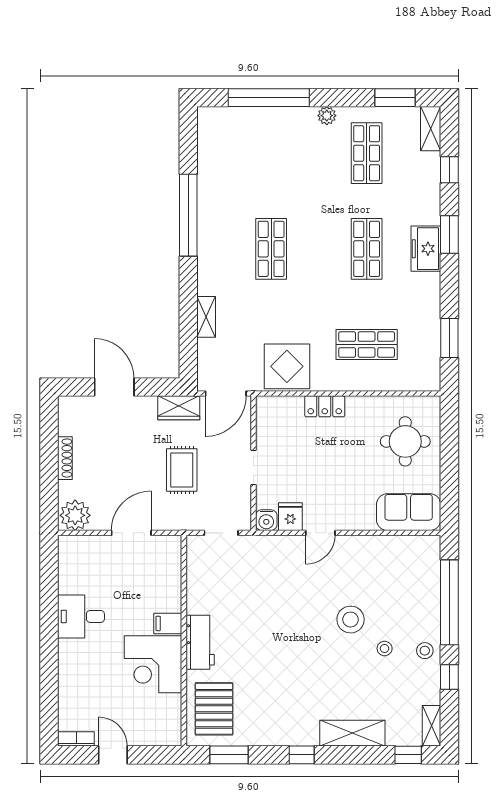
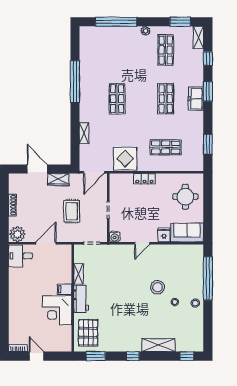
wardrobe: (179, 408) -> (58, 180), moved
fridge: (290, 517) -> (164, 235), moved
desk: (81, 616) -> (20, 256), moved
window: (449, 677) -> (208, 316), removed
shelving: (432, 726) -> (79, 274), moved

